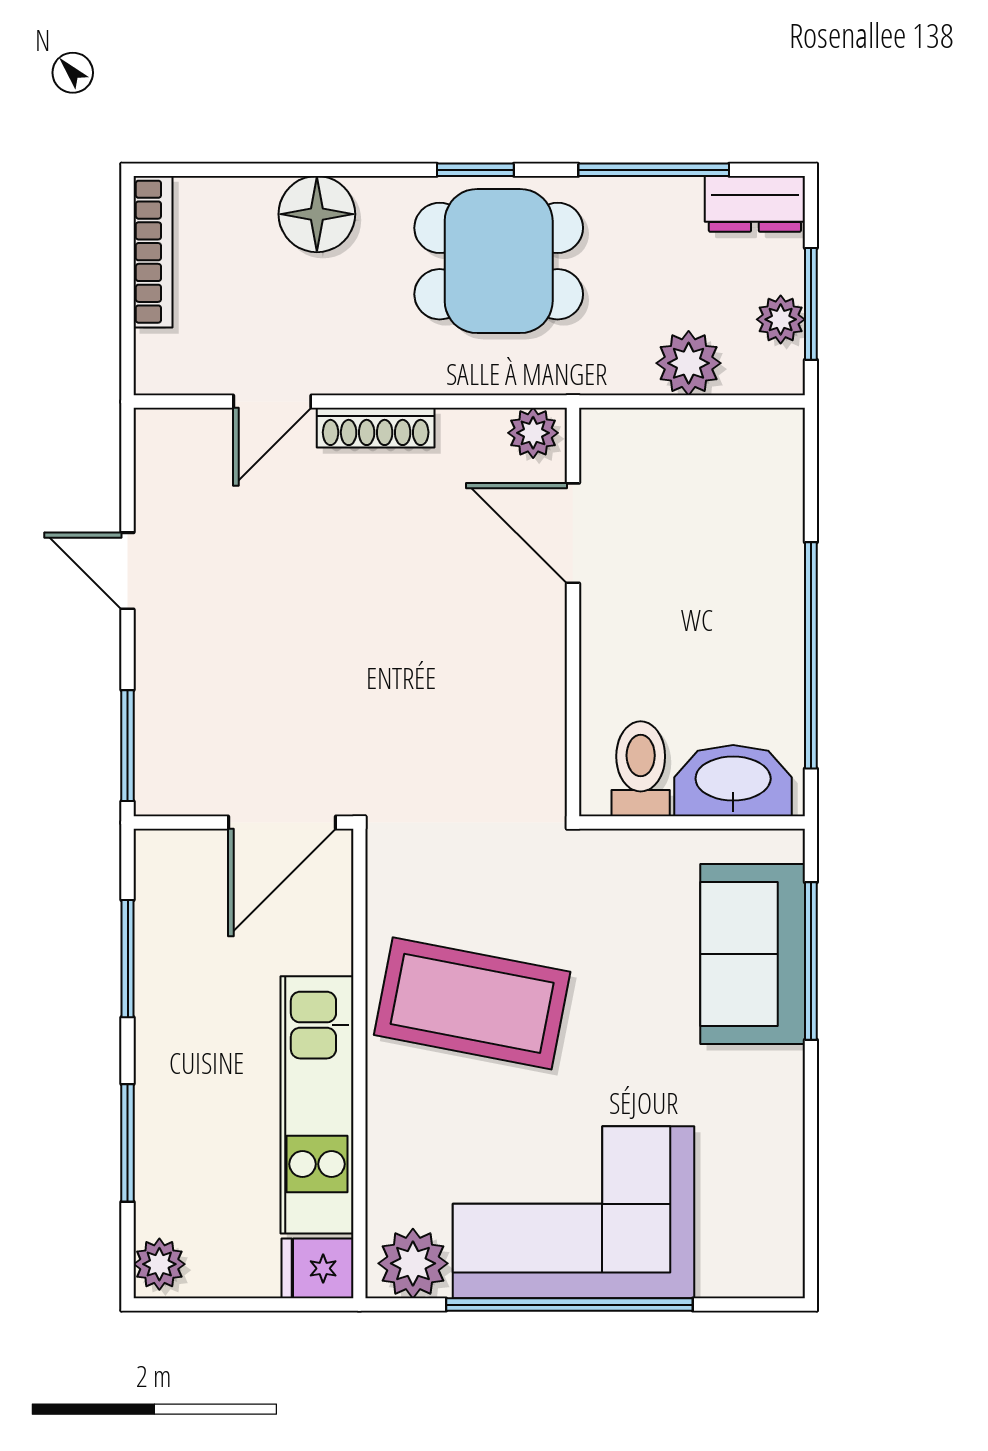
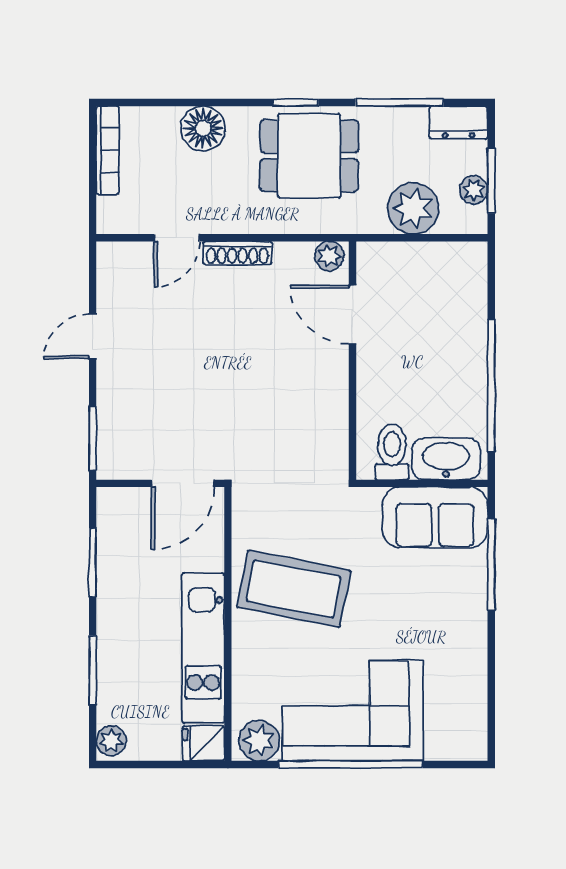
plant: (689, 363) -> (413, 208), width x1.36, depth x1.36
door: (128, 571) -> (93, 336), hinge flipped
sofa: (753, 954) -> (435, 517), moved, turned -90

